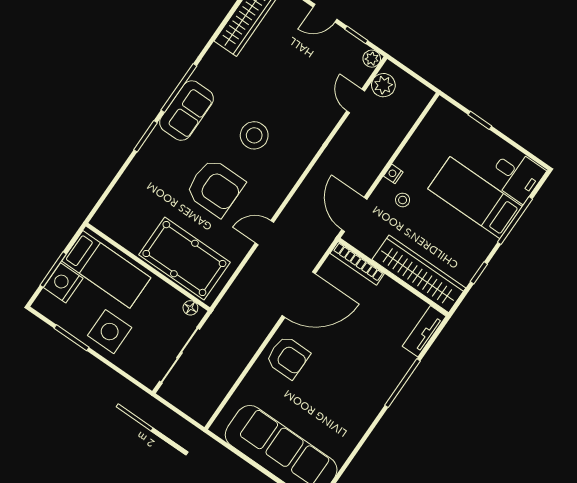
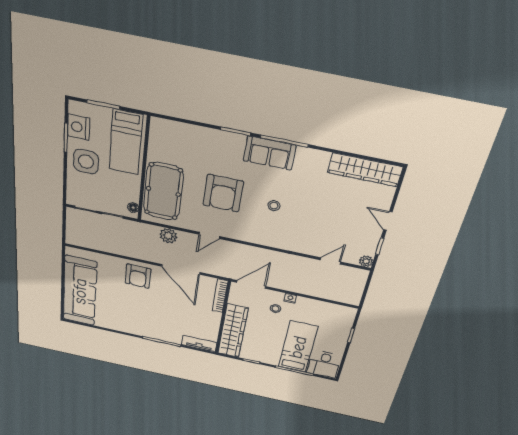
plant: (383, 85) -> (168, 236), moved
stool: (254, 135) -> (274, 206), width x0.53, depth x0.53
door: (264, 233) -> (209, 235), swing flipped
nightstand: (63, 283) -> (78, 127), moved, turned -90

